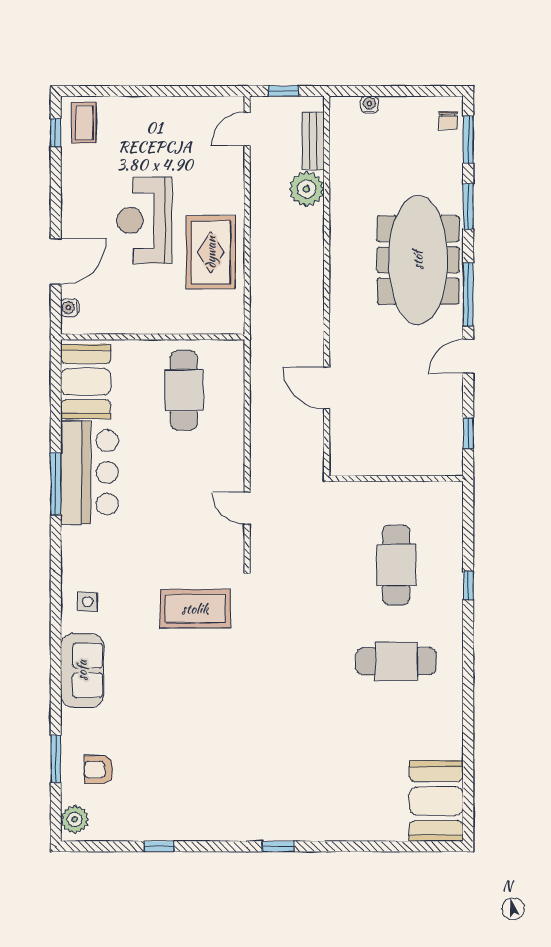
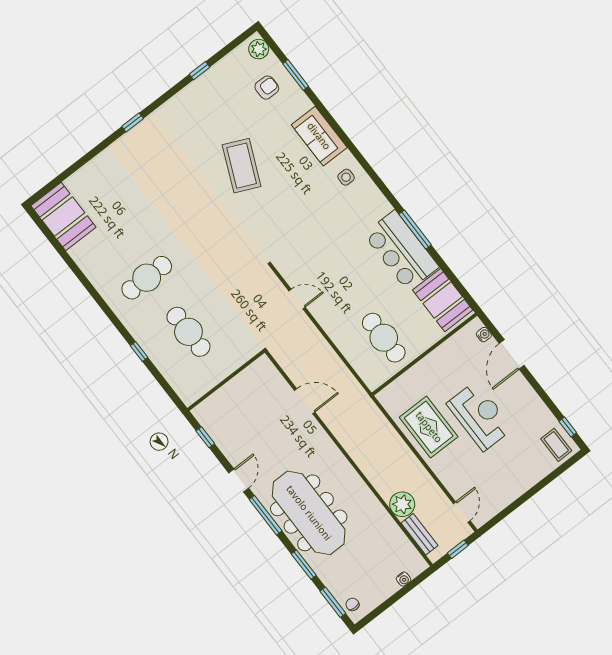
coffee table: (195, 609) -> (242, 166), moved, turned -66

